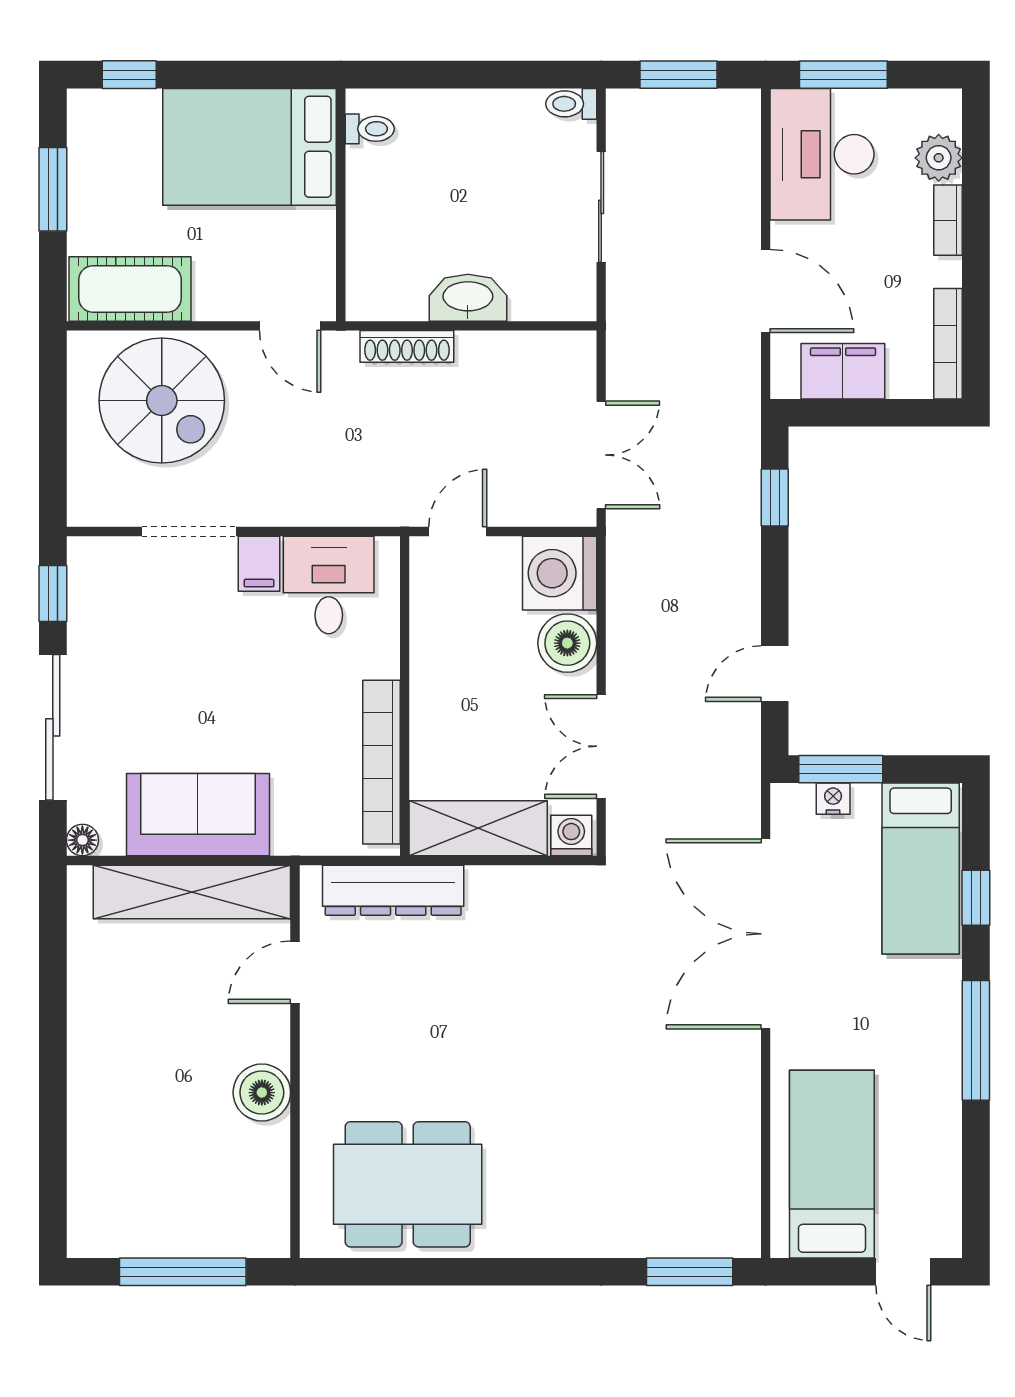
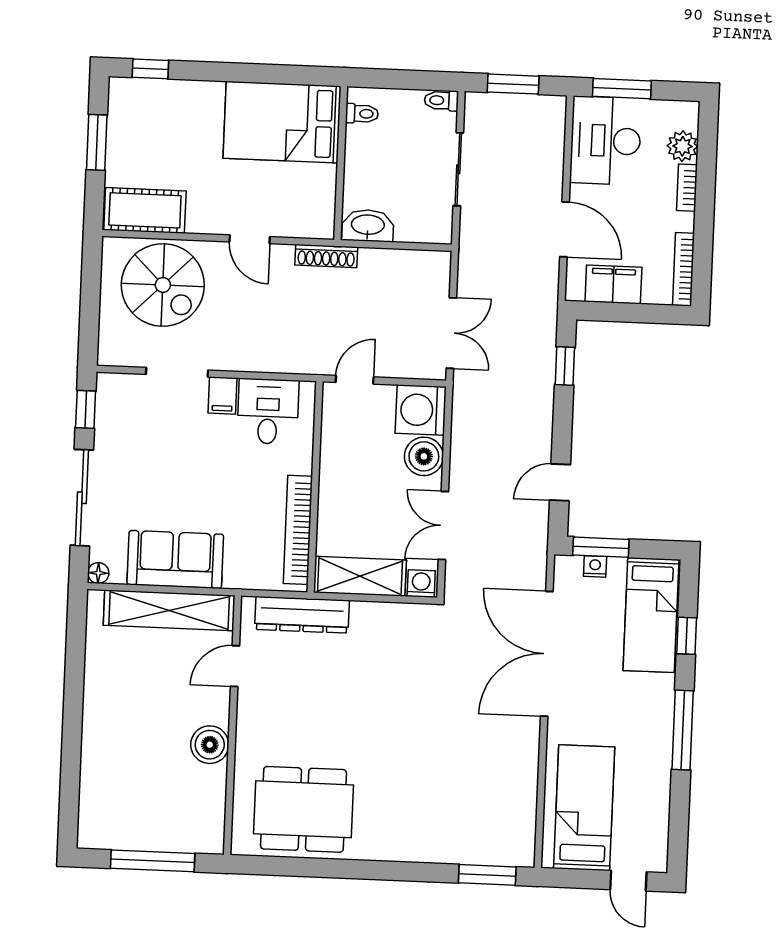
toilet: (370, 129) -> (362, 114), moved
bed: (249, 147) -> (282, 122), moved
wall: (341, 205) -> (341, 163), moved

